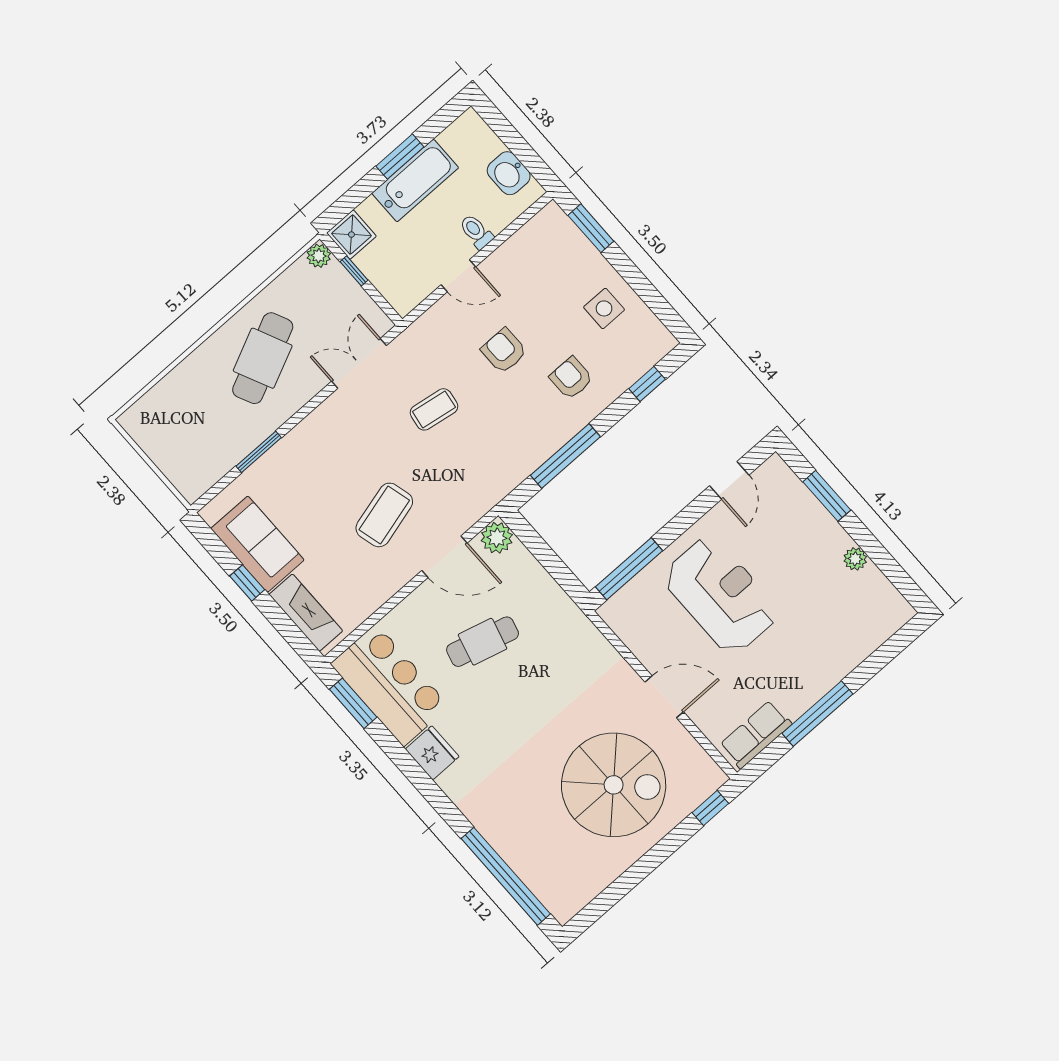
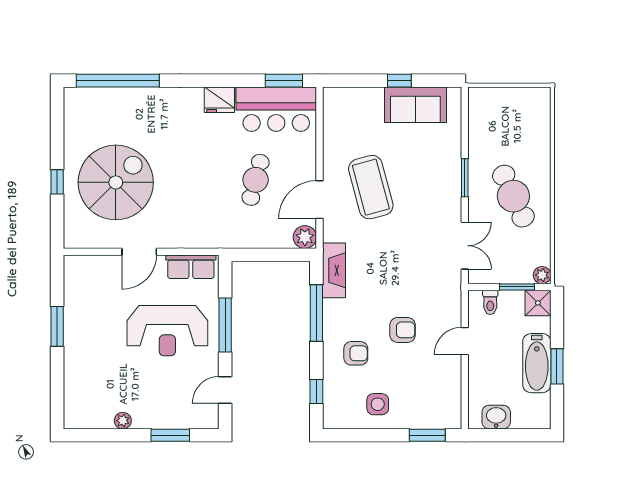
toilet: (476, 232) -> (490, 302), moved, turned 90
window: (354, 271) -> (517, 287), width x1.50
coffee table: (434, 409) -> (404, 264), removed
window: (259, 452) -> (465, 178), moved
door: (729, 480) -> (225, 390), hinge flipped
coffee table: (384, 515) -> (371, 187), width x1.36, depth x1.32
window: (629, 569) -> (225, 325), moved
fireplace: (306, 613) -> (334, 270), moved, turned -90
window: (817, 714) -> (57, 326), width x0.69
row of seats: (756, 734) -> (191, 267), moved, turned 90
spiral stairs: (614, 785) -> (116, 182), turned 180
window: (710, 808) -> (57, 182), moved

